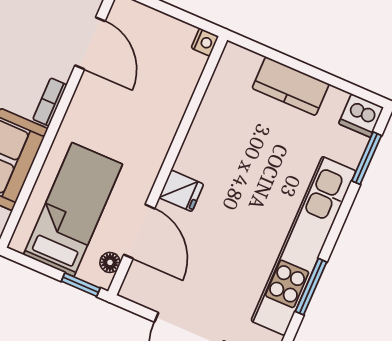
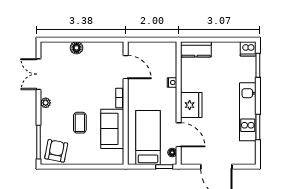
nightstand: (205, 42) -> (172, 83), moved
kitchen counter: (291, 86) -> (196, 49), moved
fridge: (181, 191) -> (191, 105), width x1.88, depth x1.34
kitchen unit: (303, 246) -> (248, 112), width x0.73

